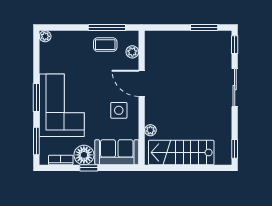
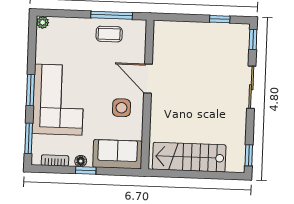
window: (204, 28) -> (220, 19), width x0.67
plant: (132, 52) -> (139, 43), removed
plant: (150, 130) -> (156, 131), removed
floor lamp: (84, 155) -> (81, 161), width x0.53, depth x0.53

